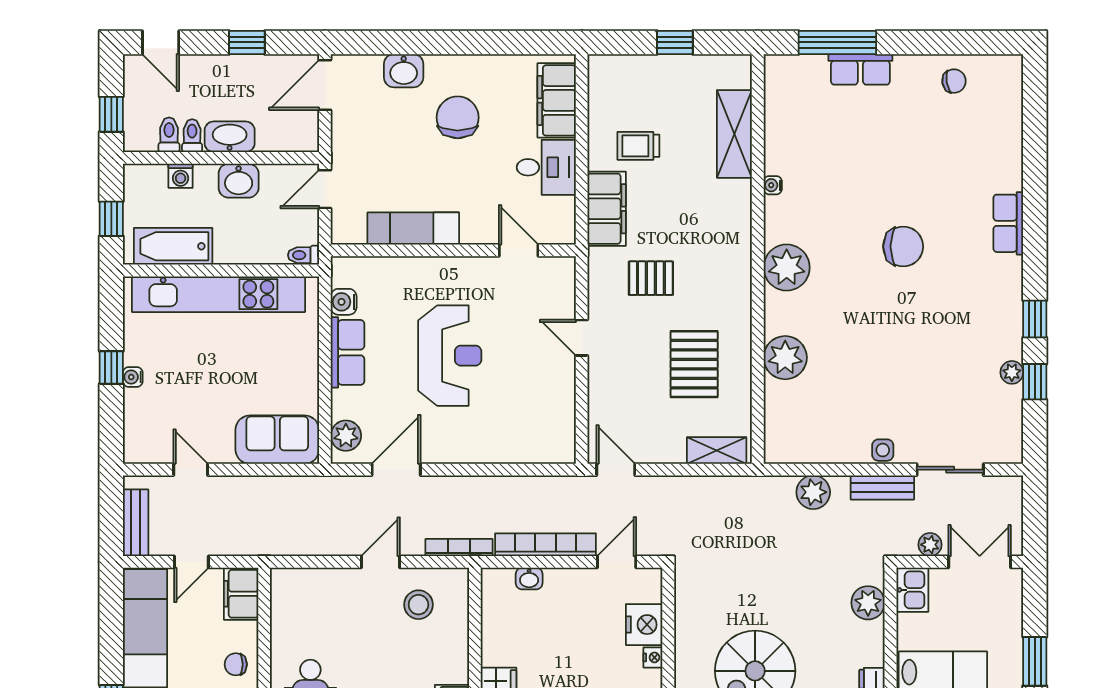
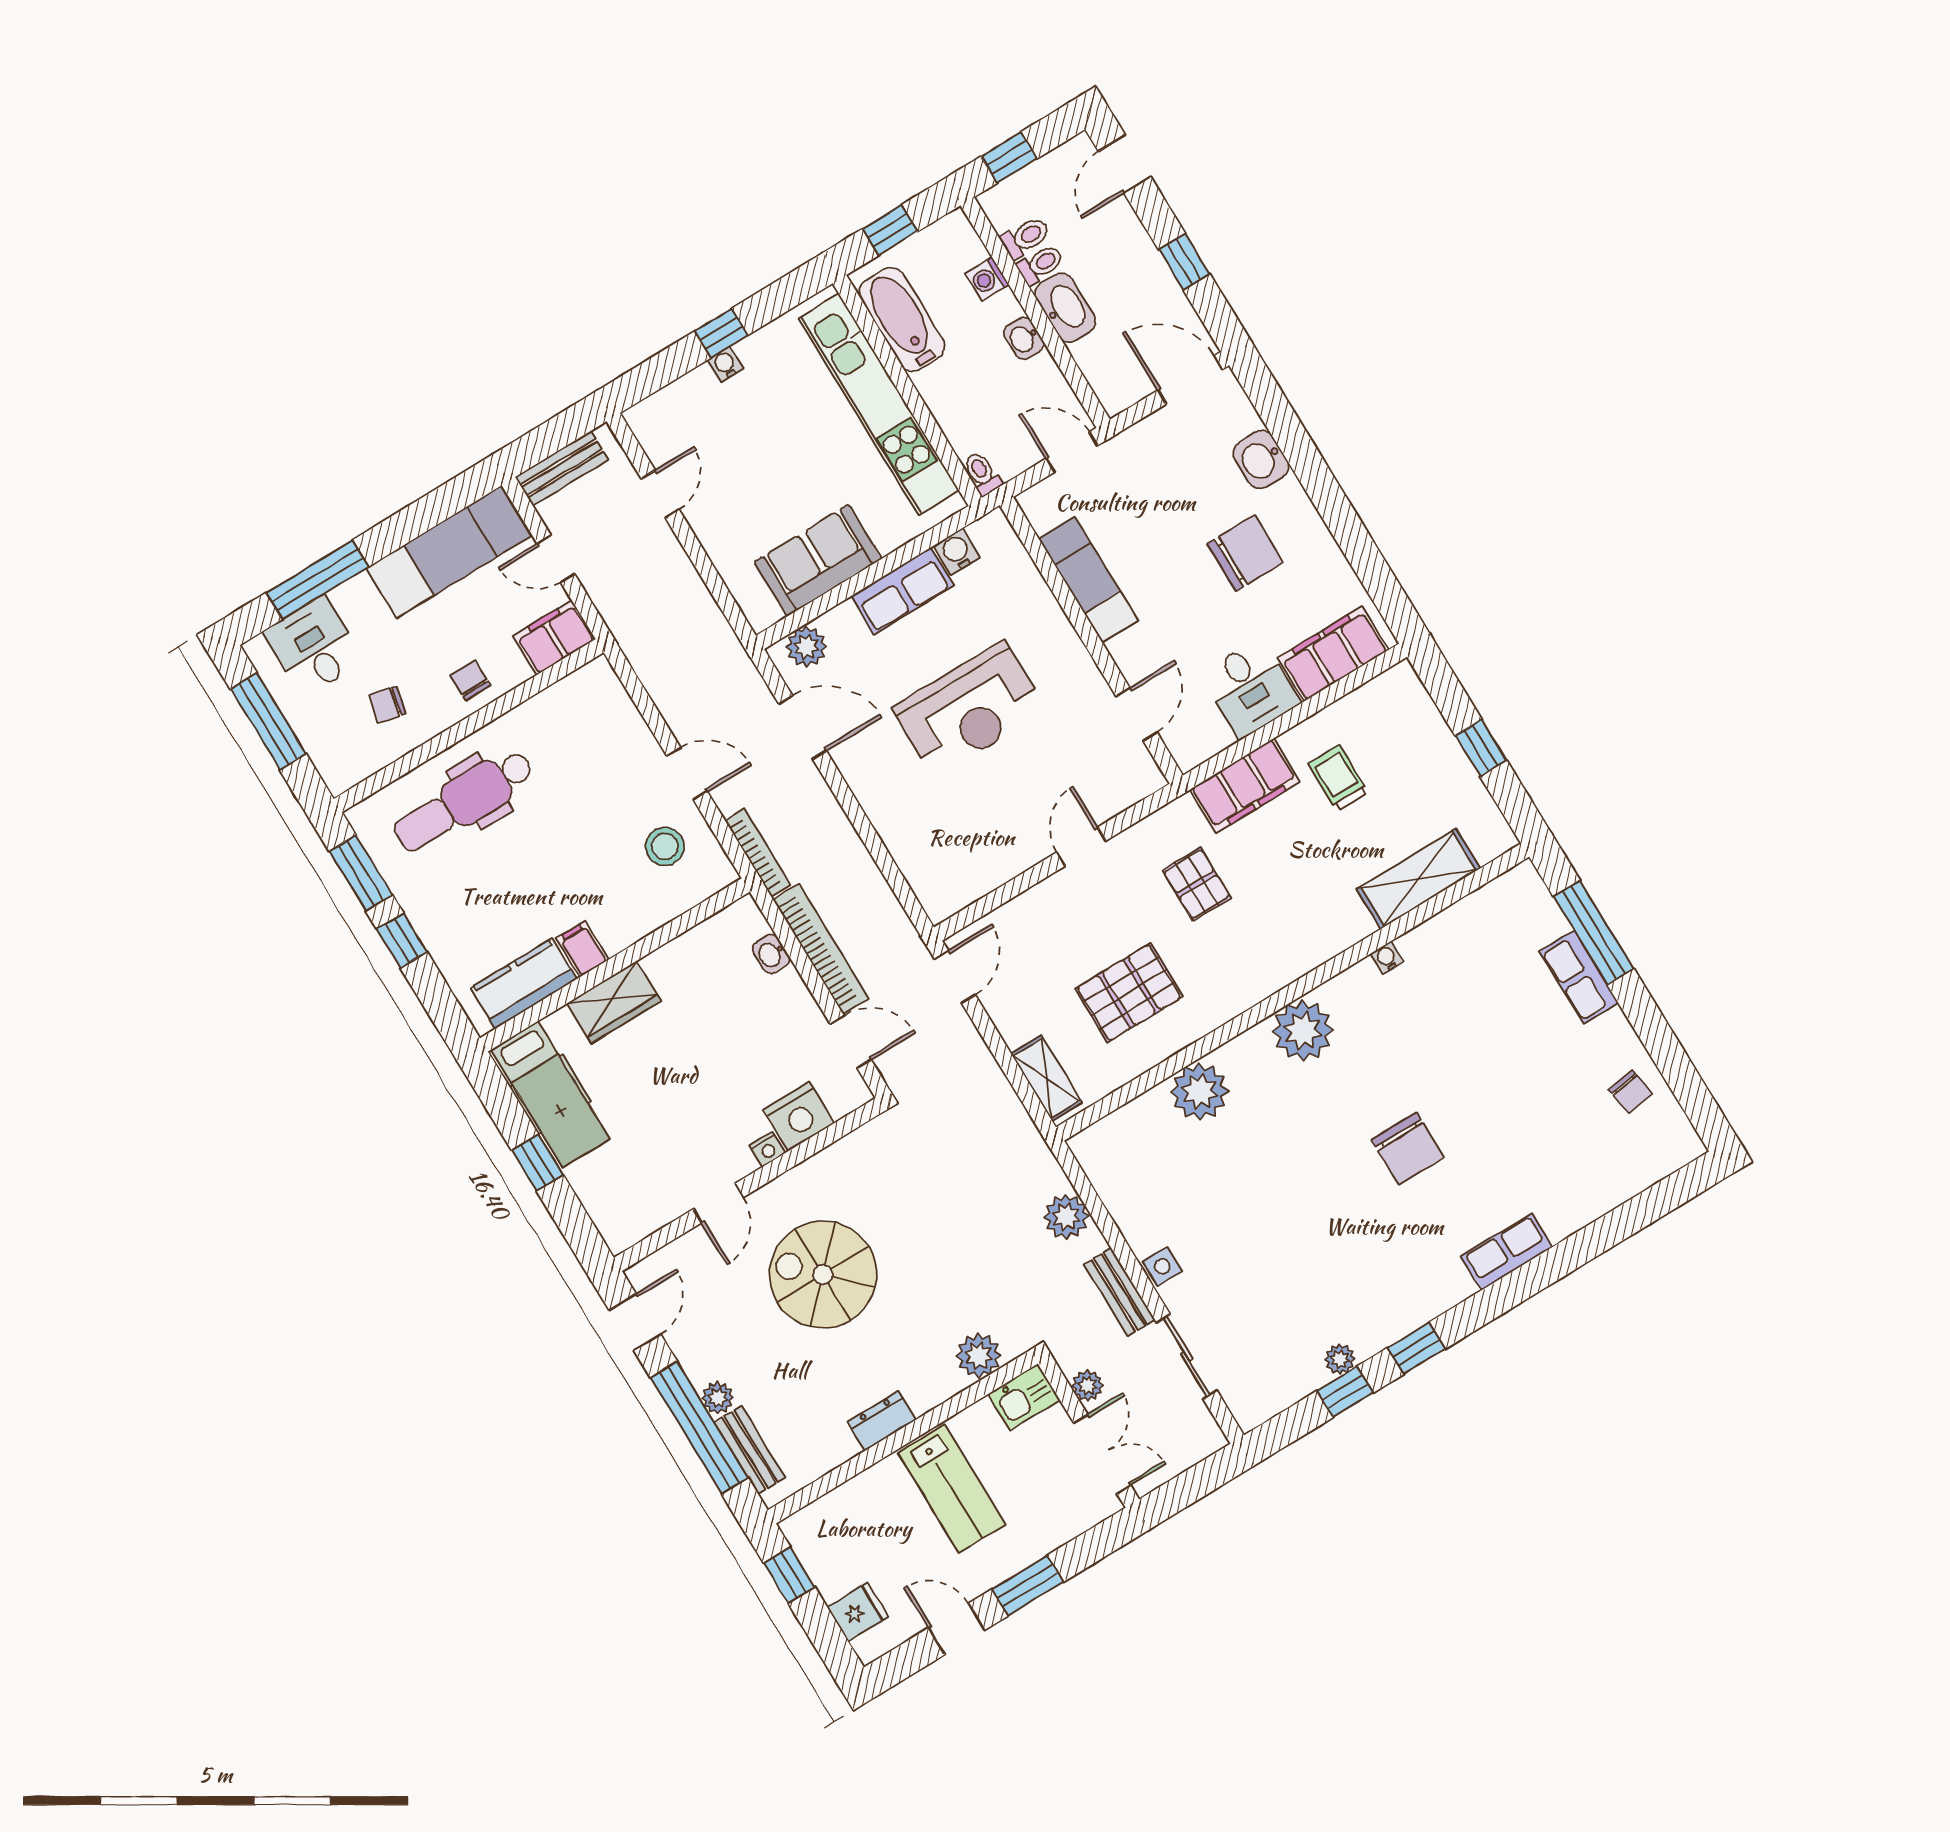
washbasin: (239, 181) -> (1024, 338), width x0.72, depth x0.69
sofa: (277, 440) -> (818, 560), moved, turned -90

